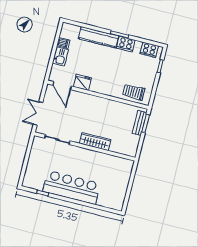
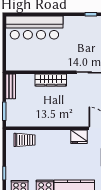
bench: (140, 123) -> (11, 86), moved
bar counter: (72, 187) -> (34, 28), moved

